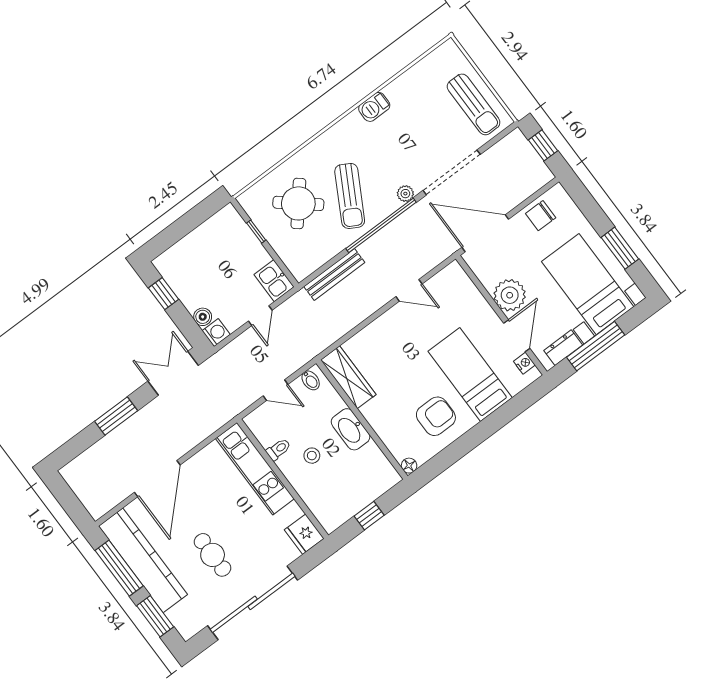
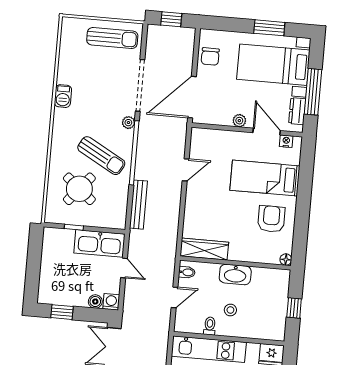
kitchen sink: (274, 281) -> (99, 243), width x1.87, depth x1.24
plant: (510, 295) -> (239, 121), width x0.53, depth x0.53

